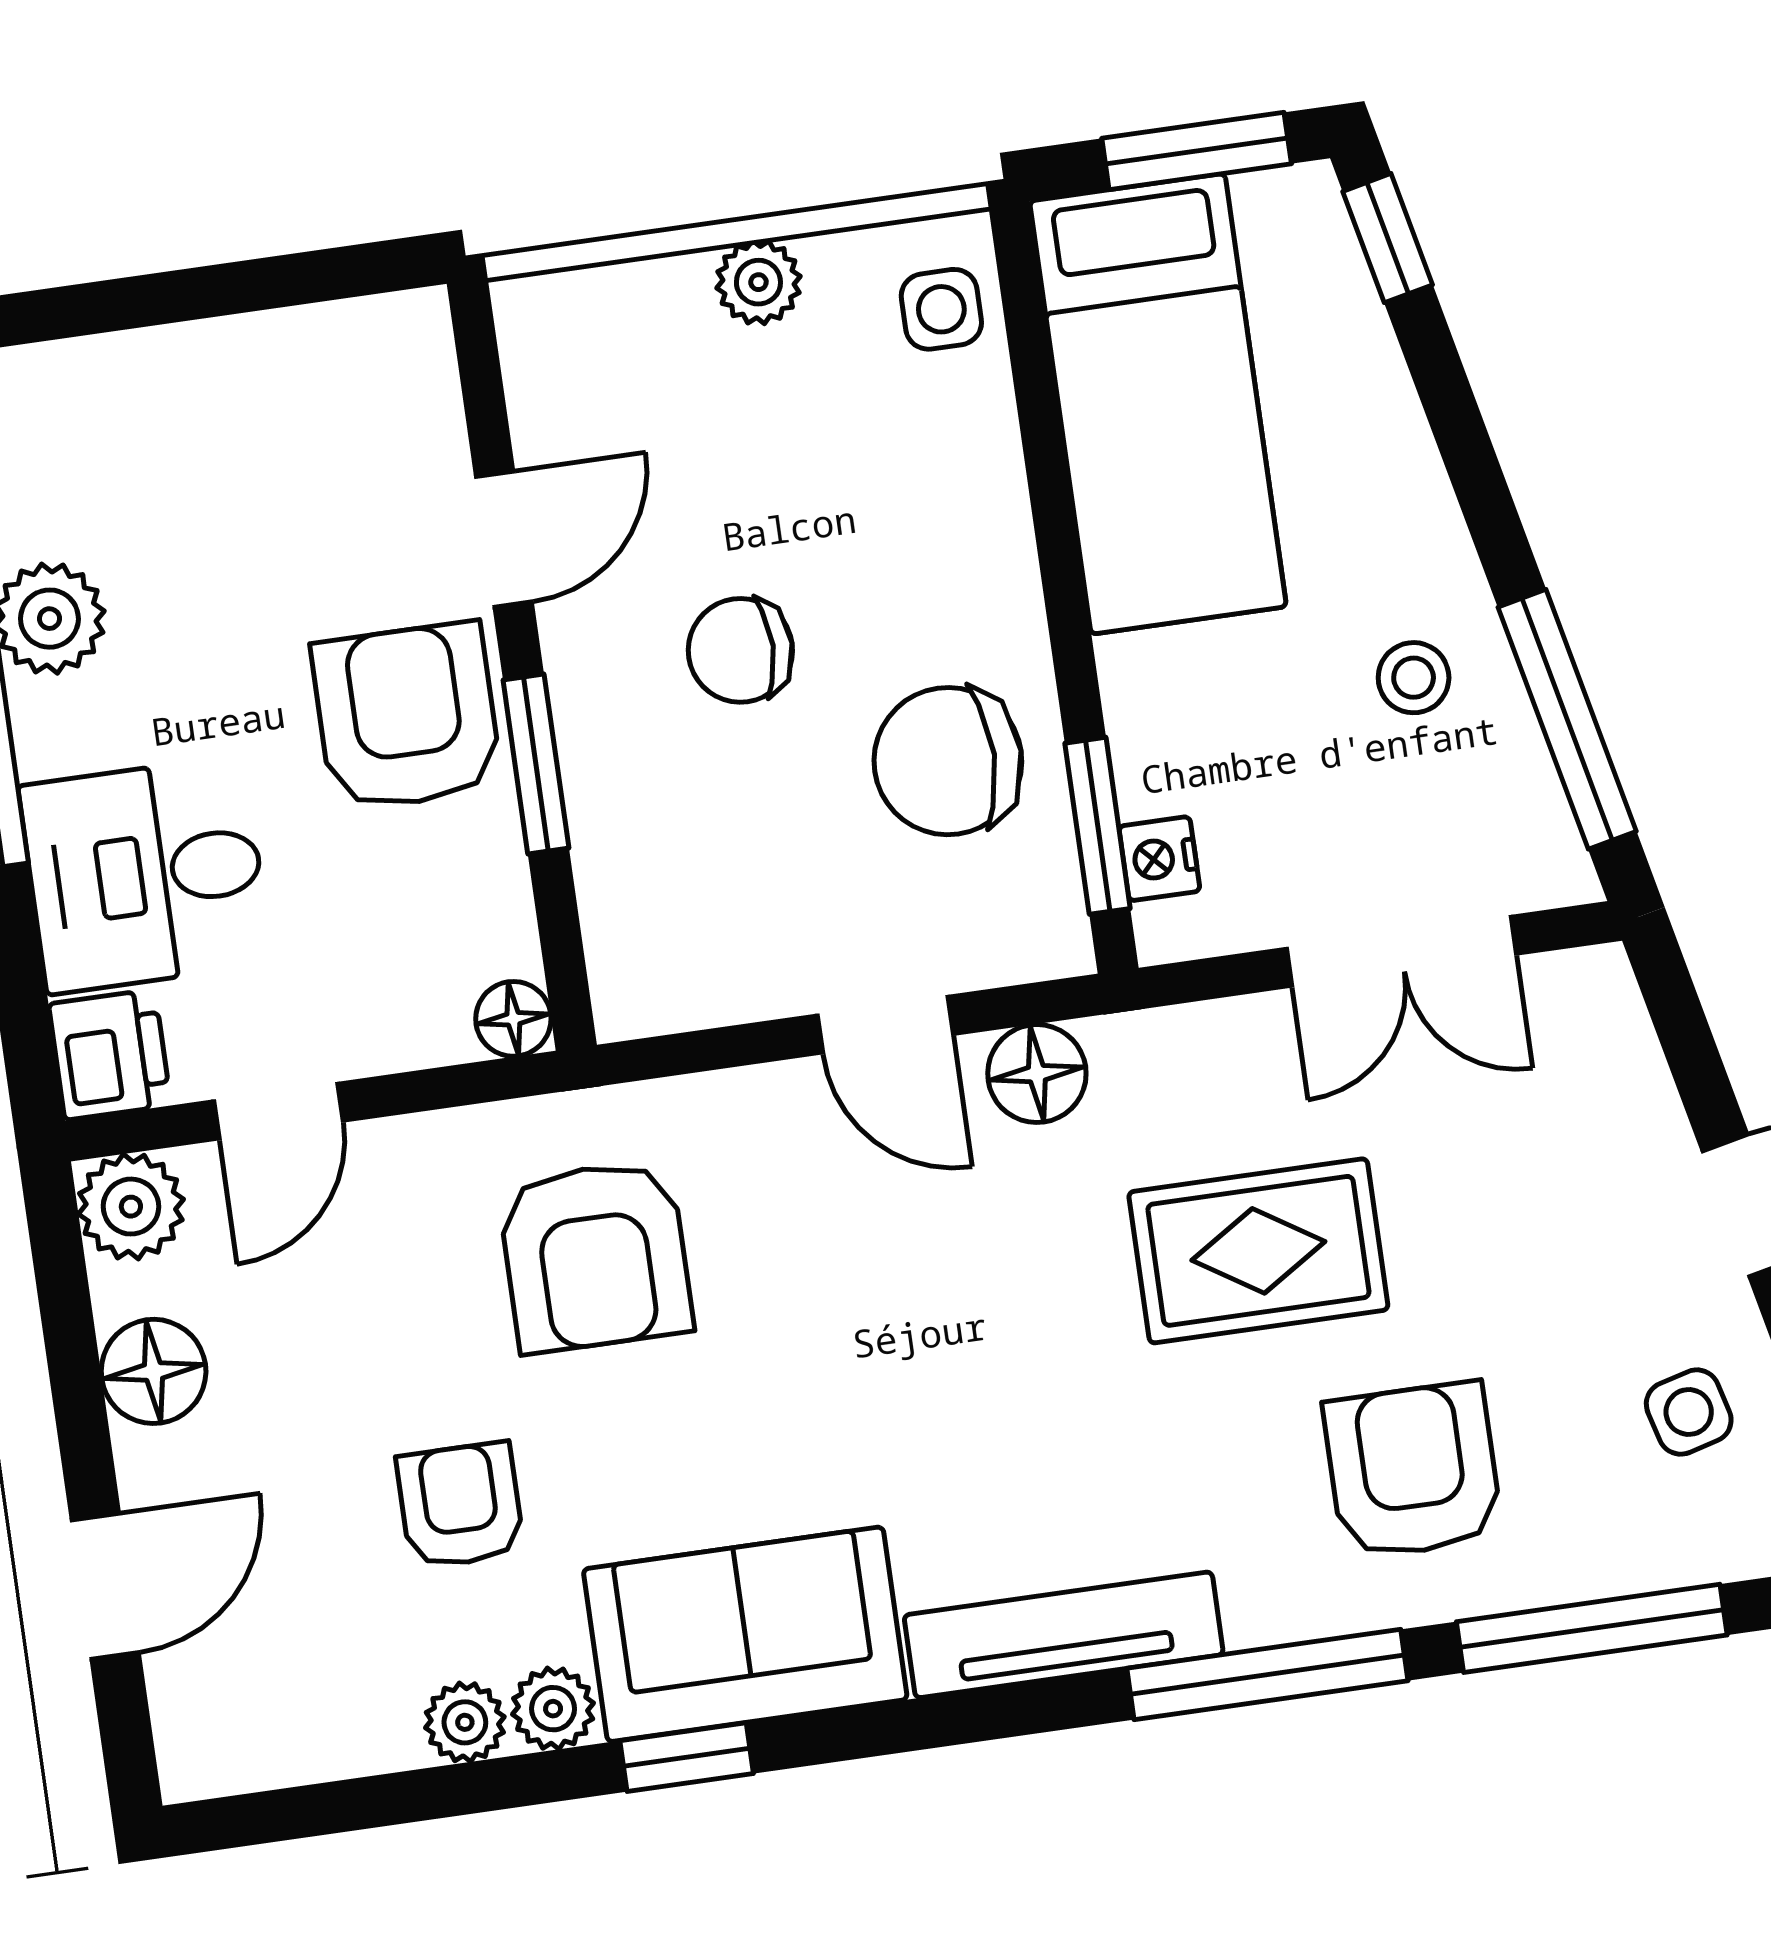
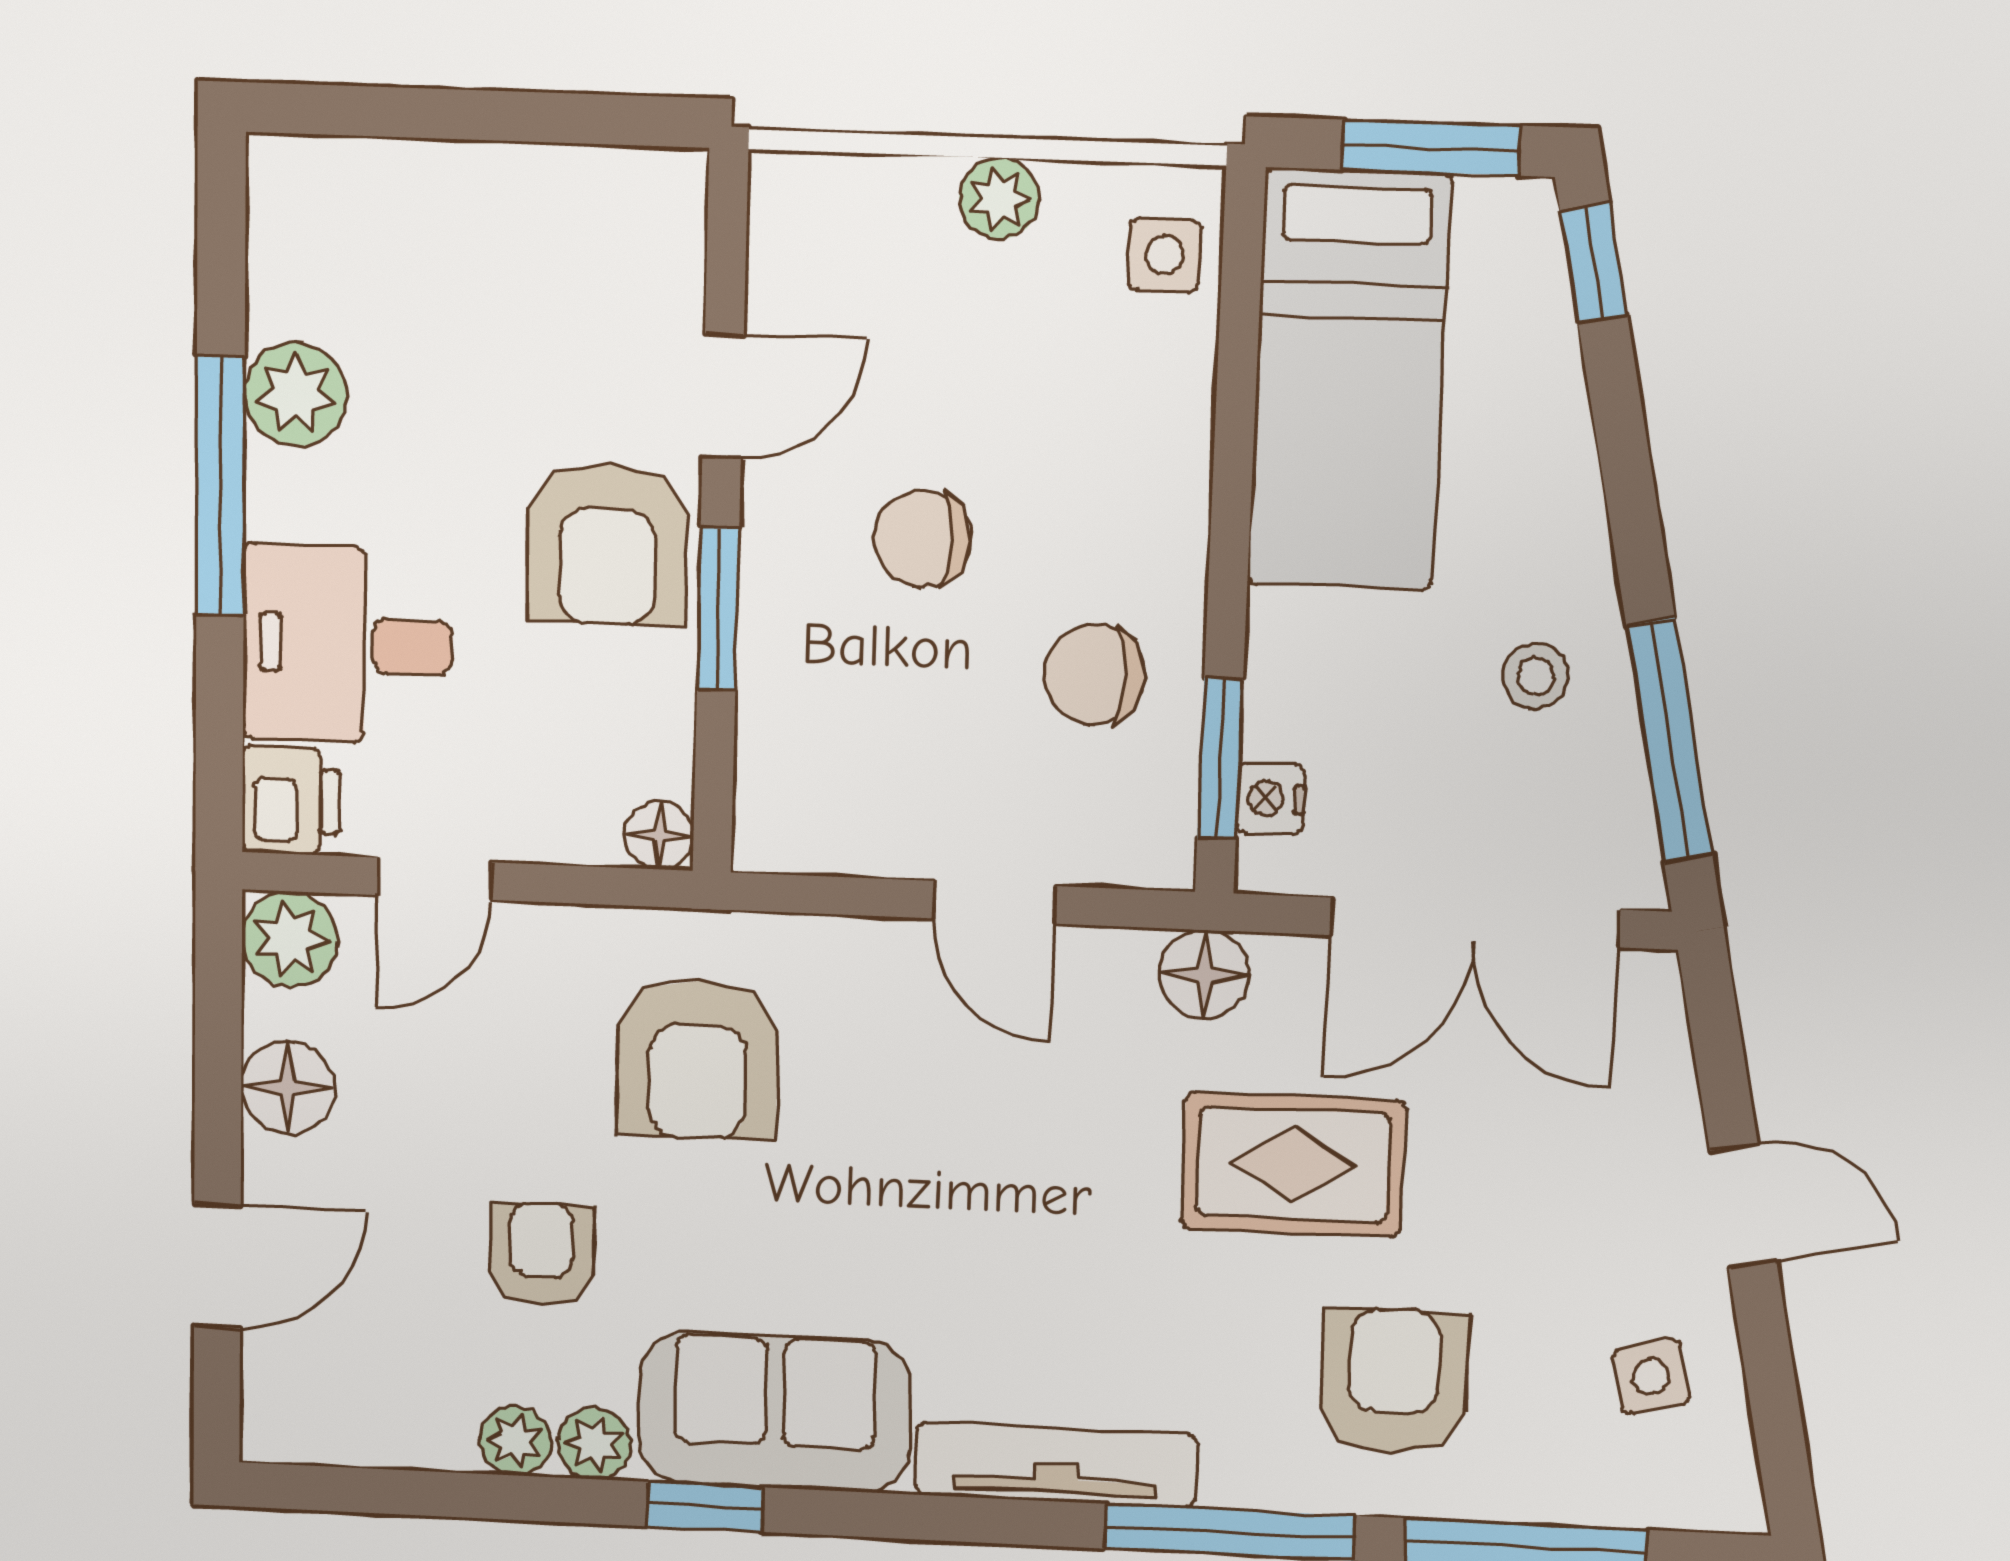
armchair: (407, 717) -> (607, 544), turned 180
chair: (948, 761) -> (1094, 675), width x0.73, depth x0.73
double door: (1401, 951) -> (1475, 922), width x1.37
floor lamp: (1037, 1074) -> (1204, 975), moved

